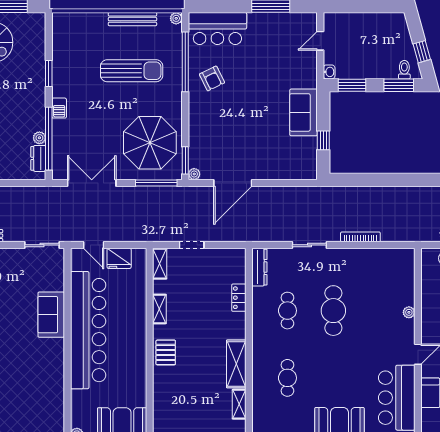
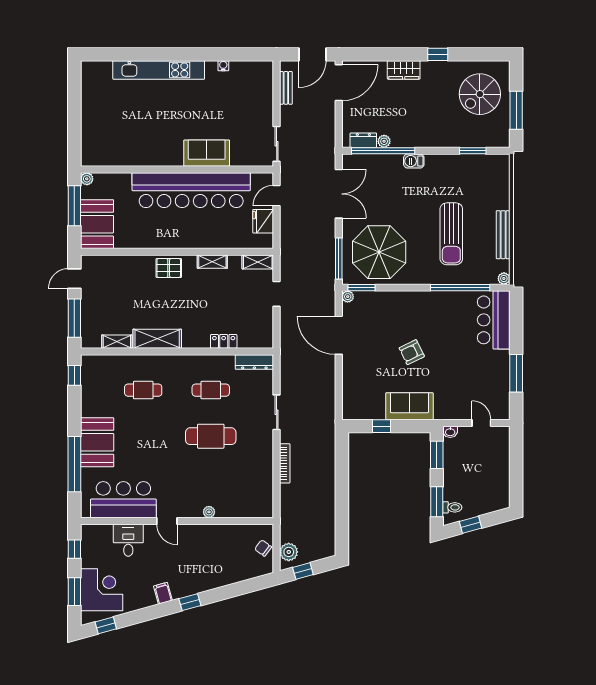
window: (49, 73) -> (473, 151), moved
armchair: (212, 78) -> (412, 352), moved

